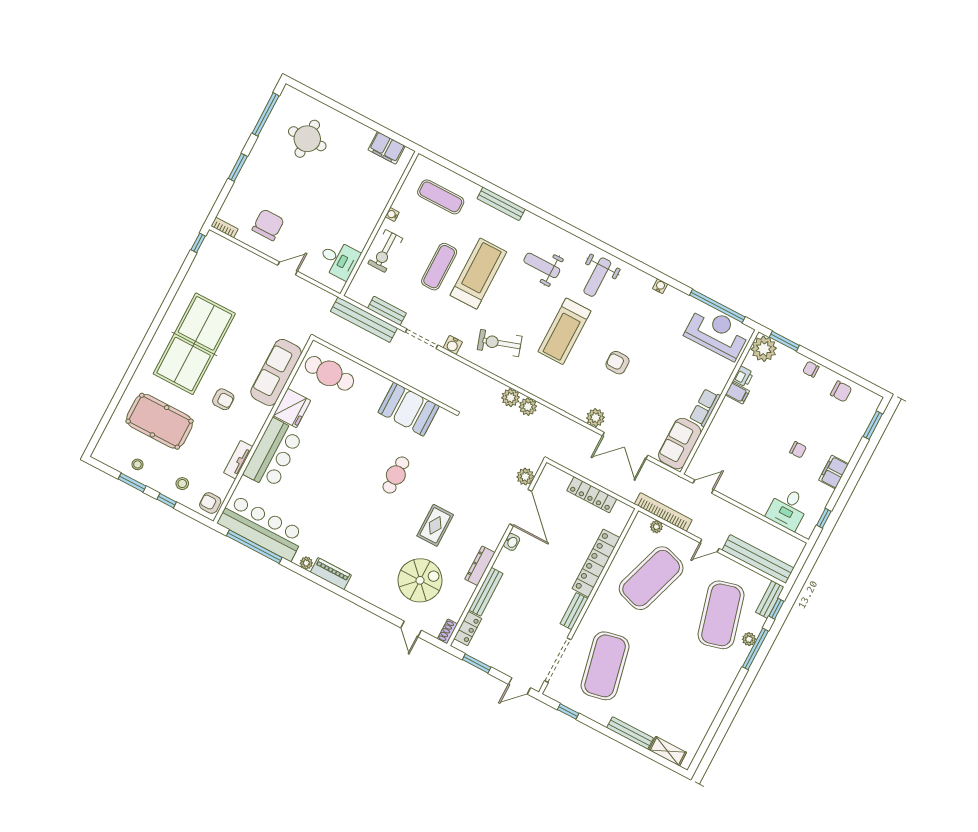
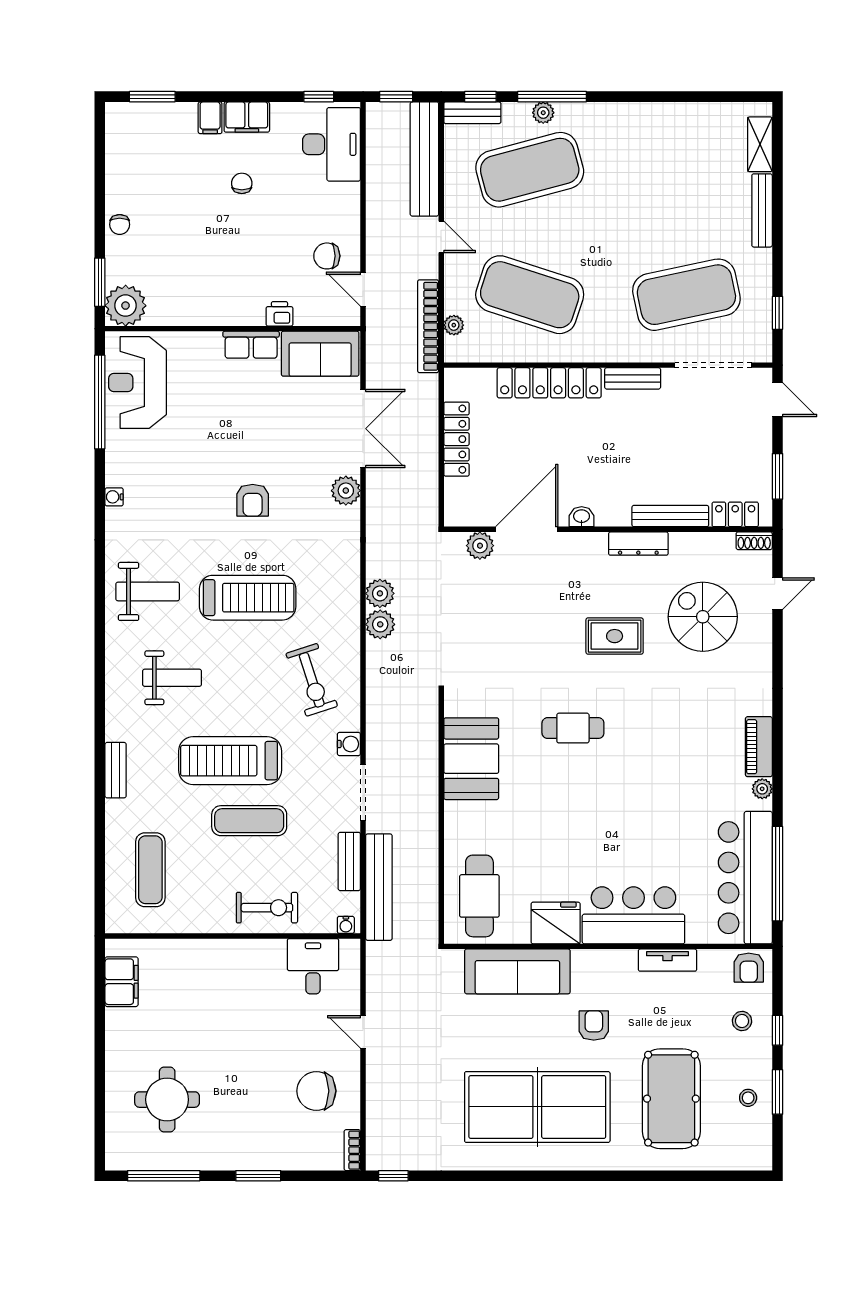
bench: (501, 204) -> (116, 770), width x0.73
water cooler: (392, 215) -> (346, 925), moved
weight bench: (542, 265) -> (172, 678), turned -90
printer: (743, 377) -> (279, 314), moved
chair: (841, 391) -> (327, 256), moved, turned -90
filing cabinet: (737, 393) -> (210, 118), moved, turned 180
desk: (788, 508) -> (332, 144), width x1.37
window: (801, 562) -> (396, 97), added

